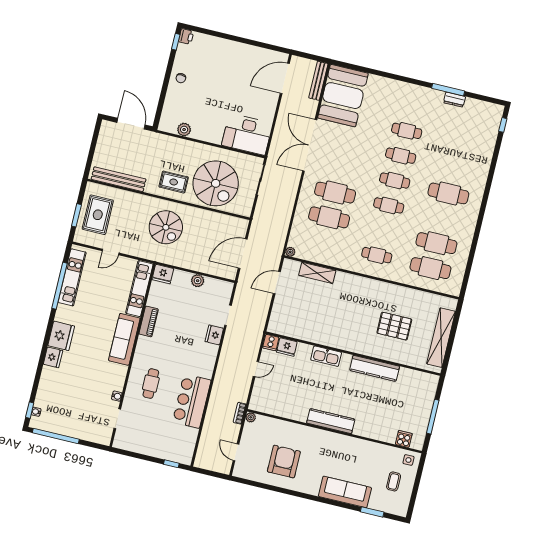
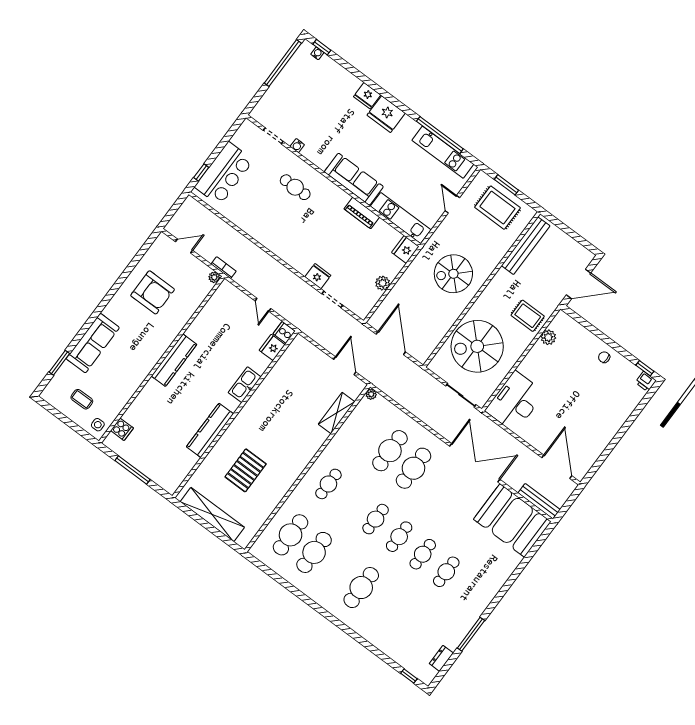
dresser: (454, 100) -> (441, 658), moved
rug: (174, 182) -> (528, 316), moved, turned 90
bar counter: (192, 401) -> (224, 174), moved, turned 90

